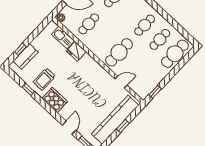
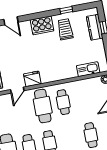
cafe table: (89, 24) -> (63, 102), moved
fridge: (76, 51) -> (32, 79), moved

